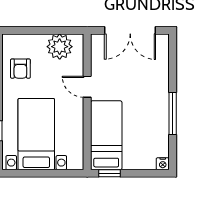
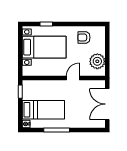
bed: (106, 135) -> (43, 110), moved

